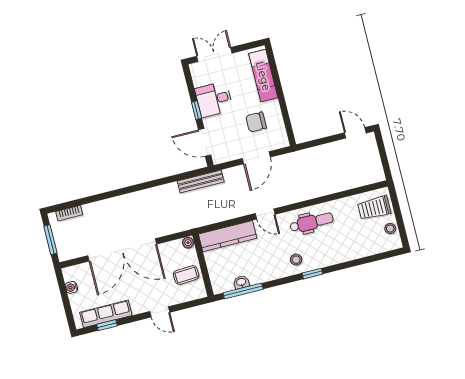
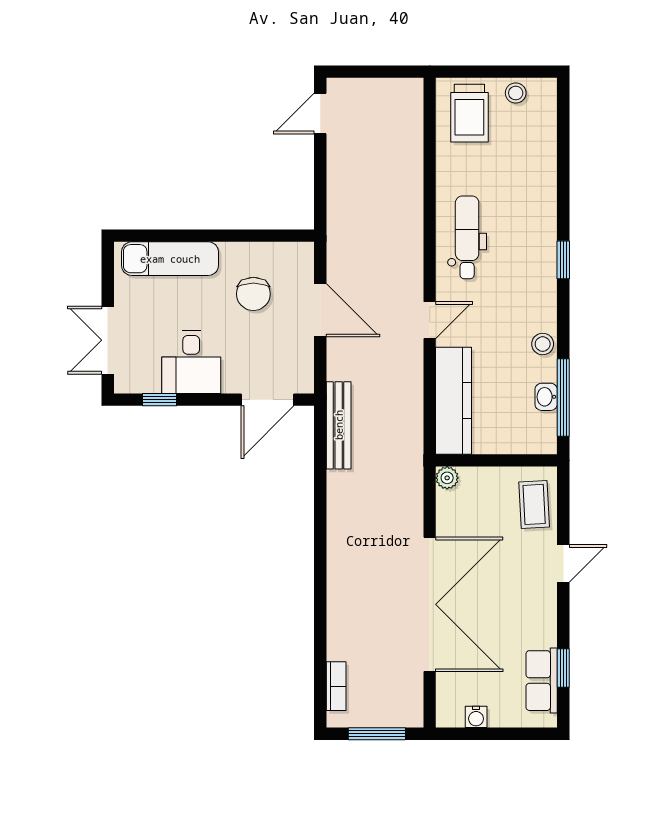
window: (197, 110) -> (160, 400), moved
stool: (296, 260) -> (543, 344), moved
coffee table: (186, 275) -> (534, 504), moved
row of seats: (106, 314) -> (542, 681), width x0.68

